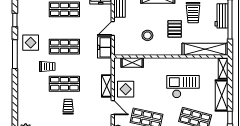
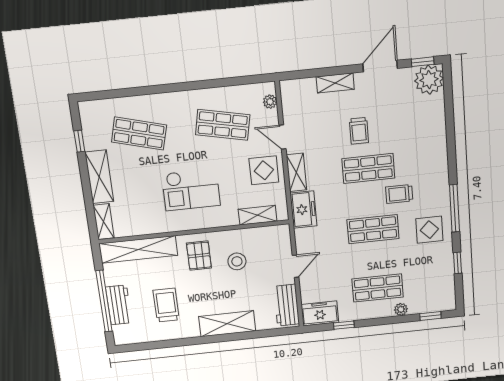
pallet: (175, 29) -> (199, 256), moved
freezer: (105, 47) -> (304, 209), moved
checkout: (183, 87) -> (191, 190), moved

